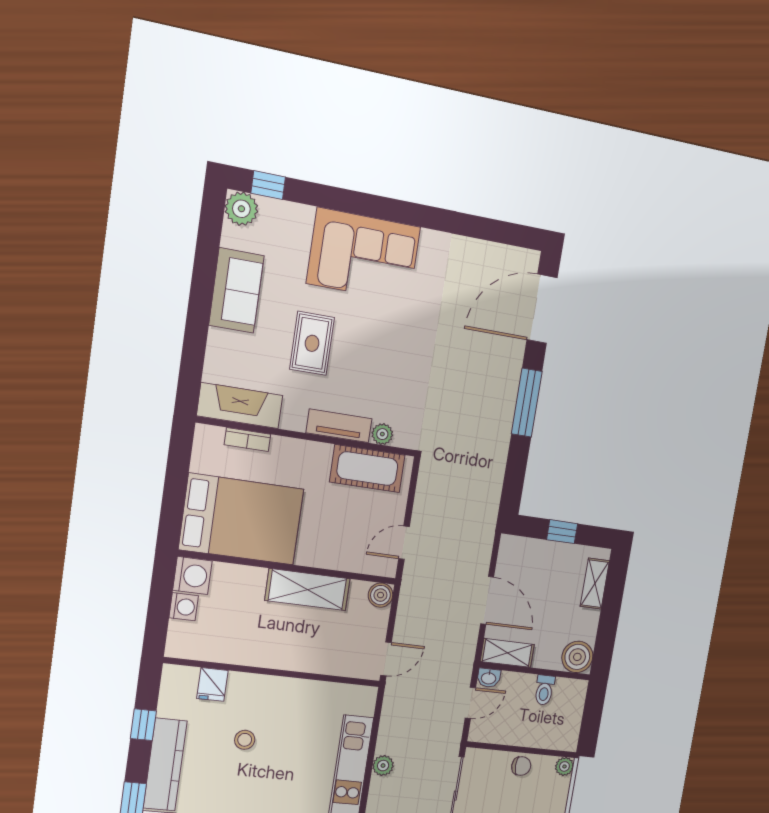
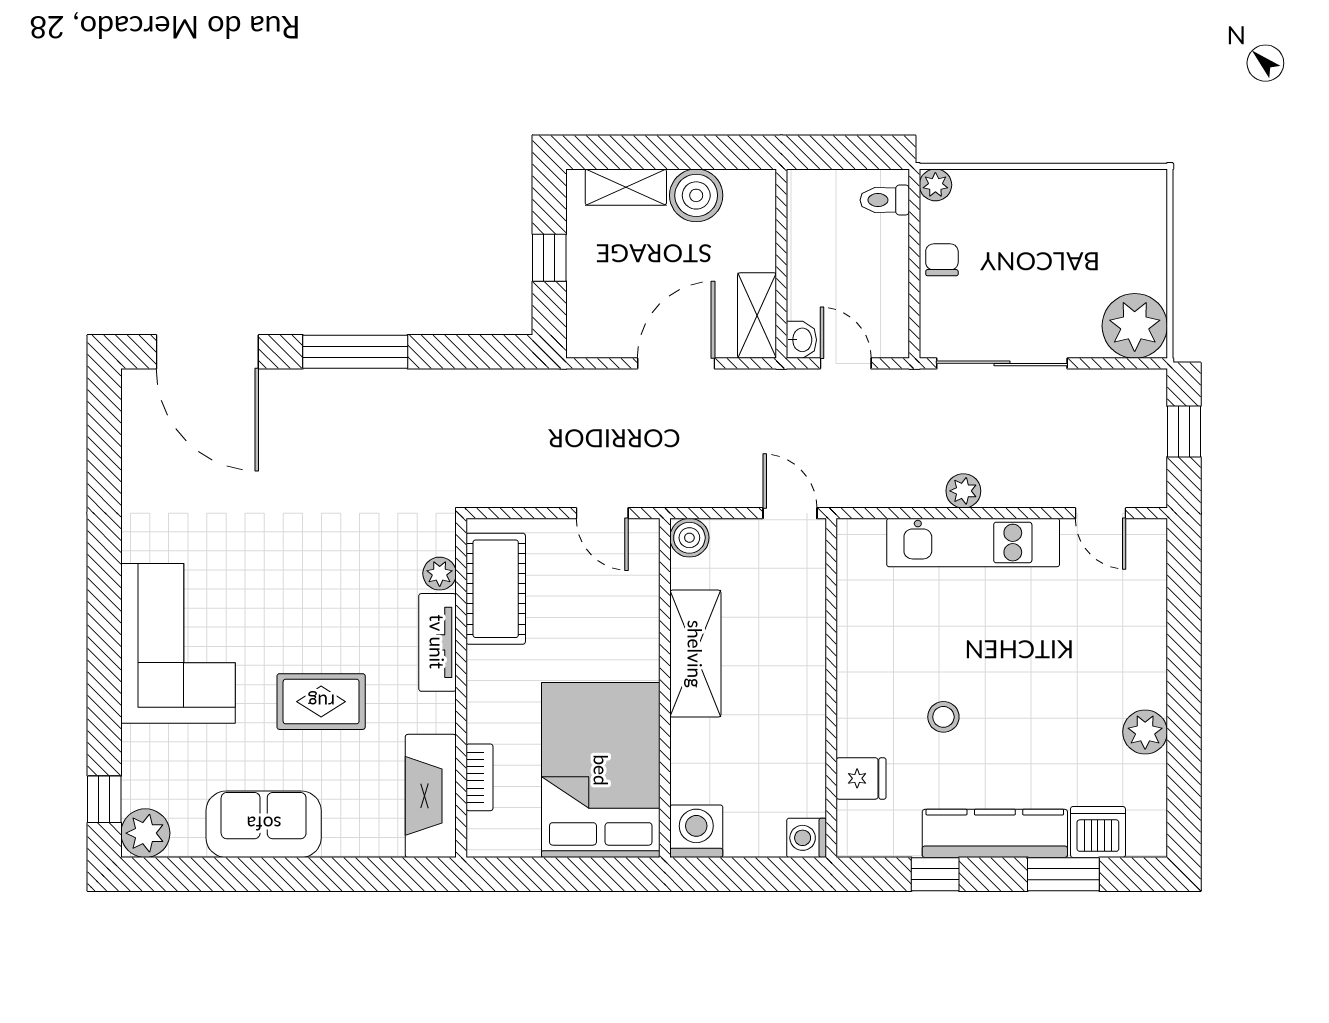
washing machine: (184, 607) -> (807, 838), moved, turned -90
boiler: (577, 657) -> (696, 195), moved
toilet: (544, 690) -> (885, 200), moved, turned 180

